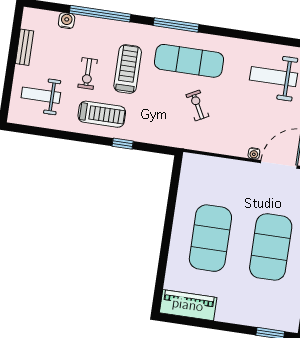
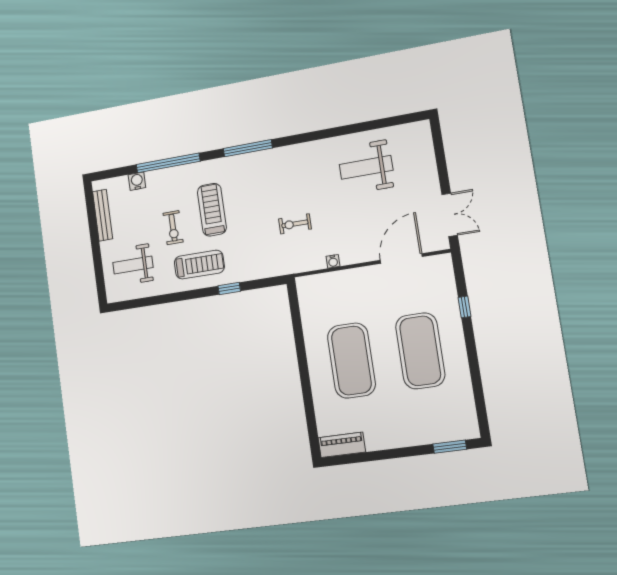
bench: (25, 47) -> (103, 215), width x1.36
exercise mat: (189, 61) -> (272, 180), removed
exercise bike: (197, 105) -> (295, 224), turned -62
water cooler: (254, 153) -> (333, 261), moved
piano: (188, 305) -> (342, 445), width x0.73, depth x0.75

